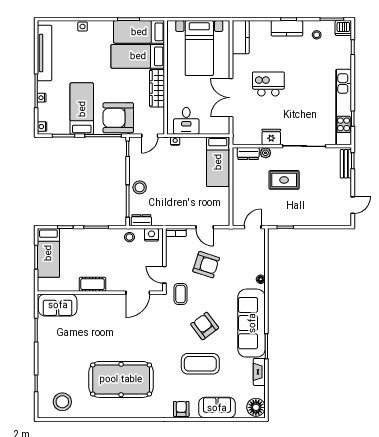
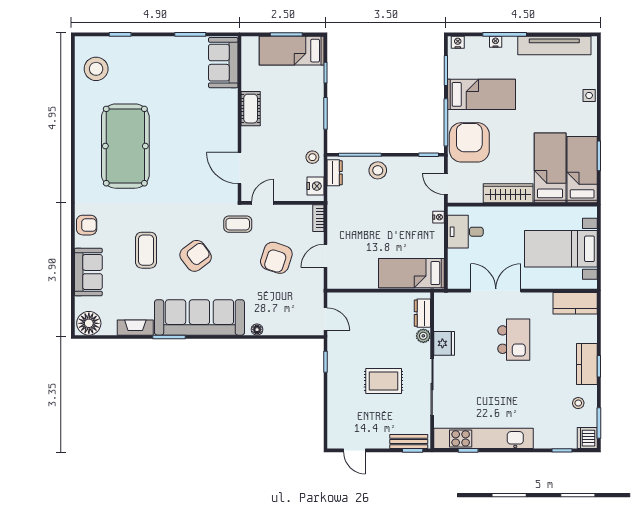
rug: (284, 180) -> (384, 381), moved, turned 90
coffee table: (200, 364) -> (146, 250), width x0.73, depth x0.76

